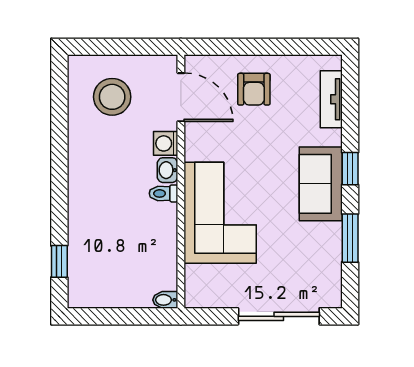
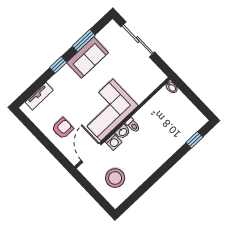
sofa: (321, 184) -> (88, 58), moved
corner sofa: (220, 213) -> (107, 110), moved

